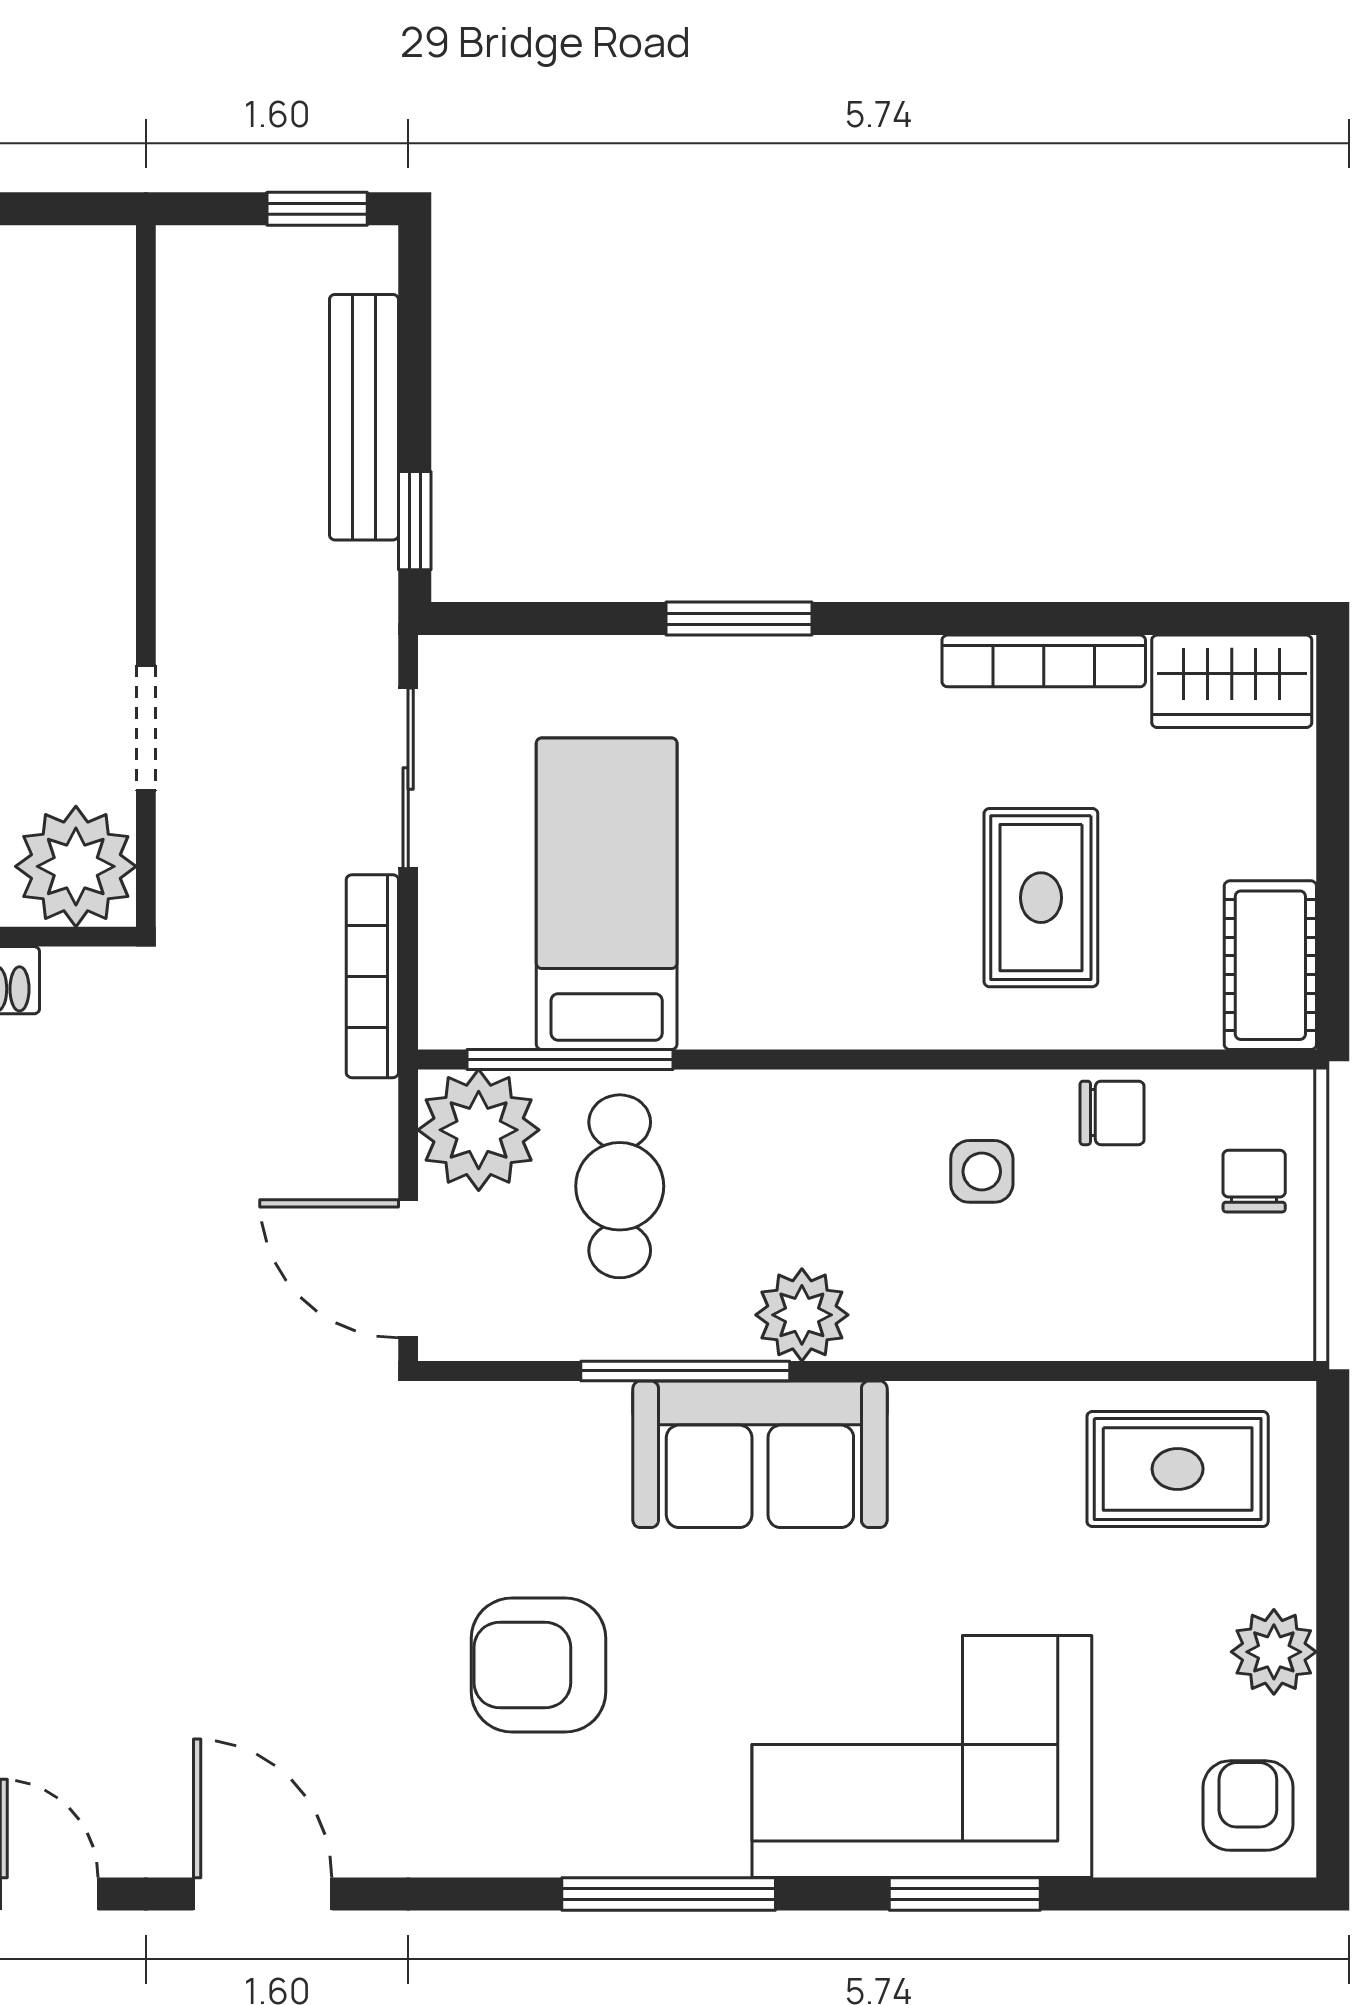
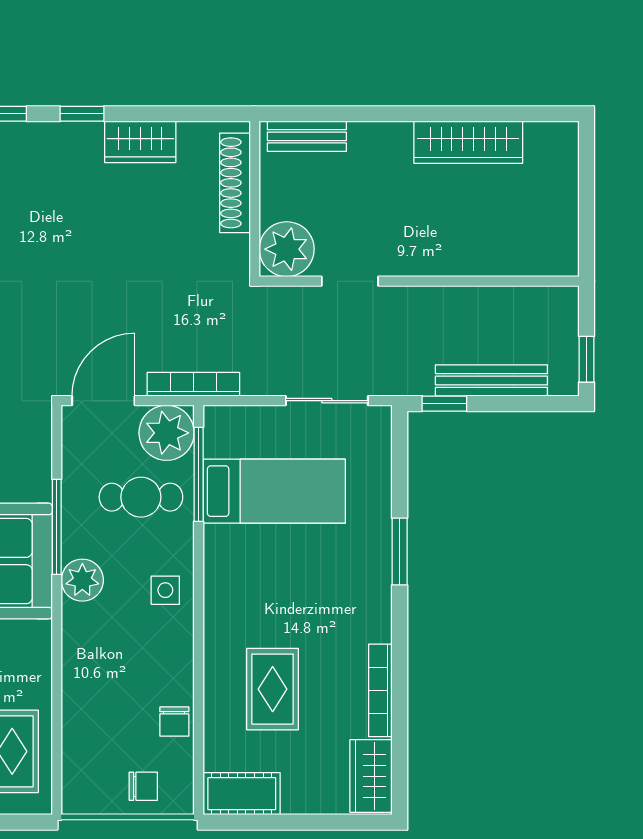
rug: (1041, 898) -> (273, 689), turned 90
bookcase: (372, 976) -> (193, 384), moved
side table: (982, 1171) -> (165, 590), moved

